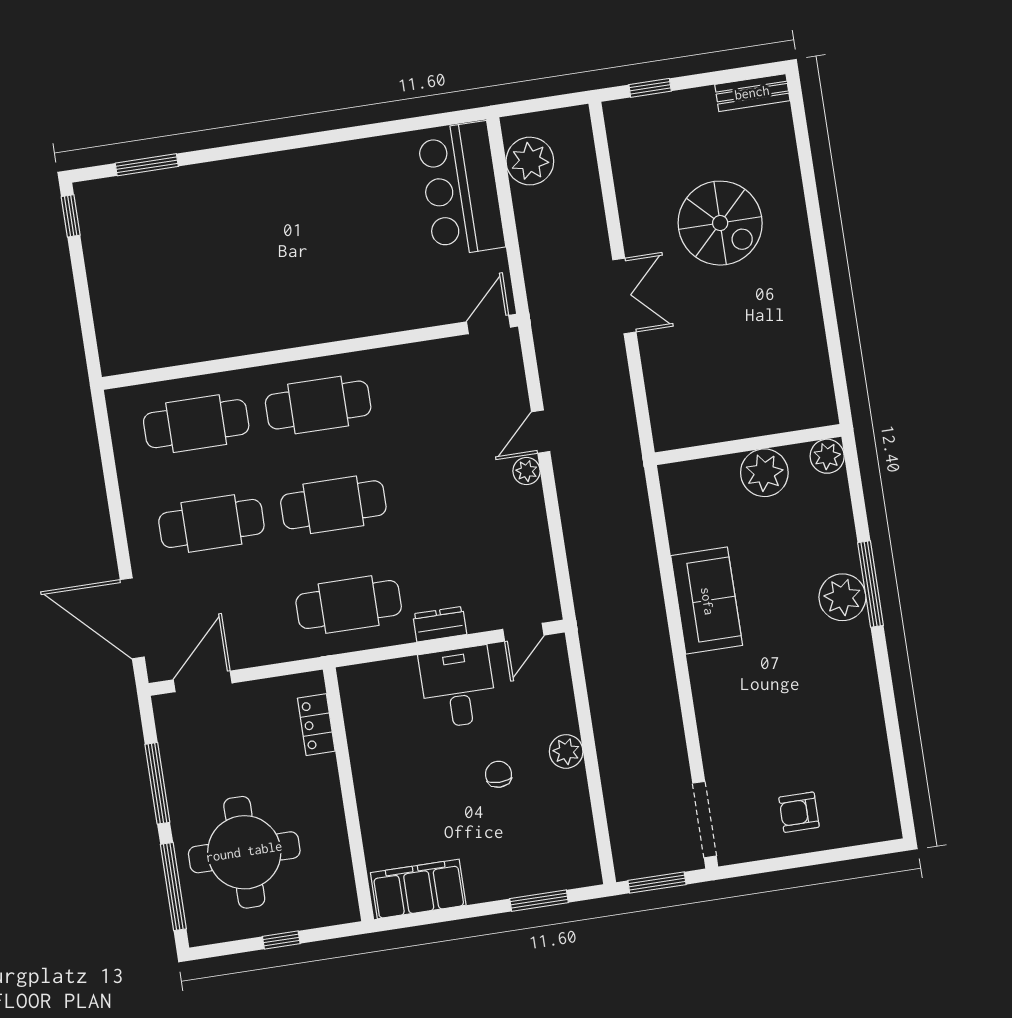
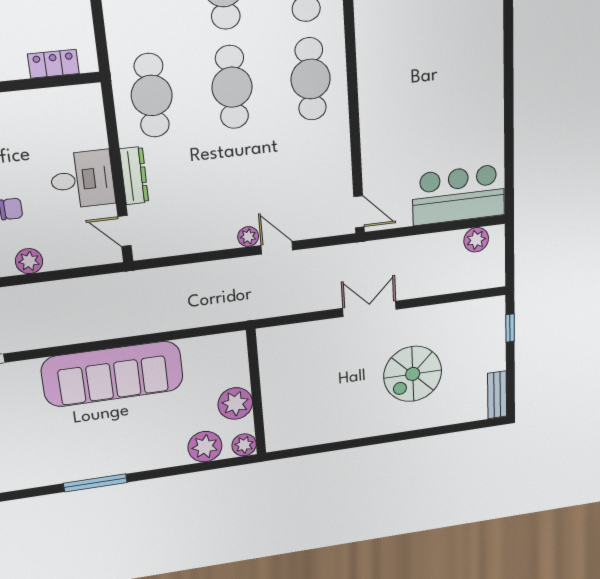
plant: (530, 161) -> (476, 240), width x0.73, depth x0.73
double door: (624, 296) -> (370, 309), swing flipped
window: (871, 584) -> (95, 483), moved
plant: (842, 597) -> (205, 447), moved
sofa: (707, 601) -> (113, 374), width x1.85, depth x1.27
dresser: (440, 624) -> (134, 176), width x1.44

